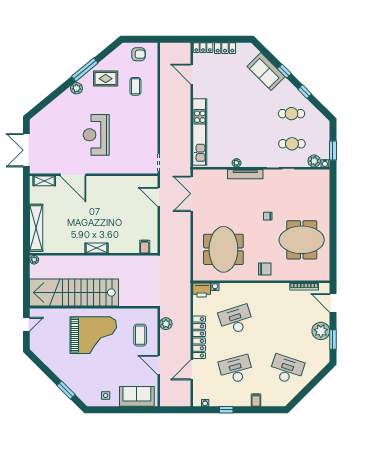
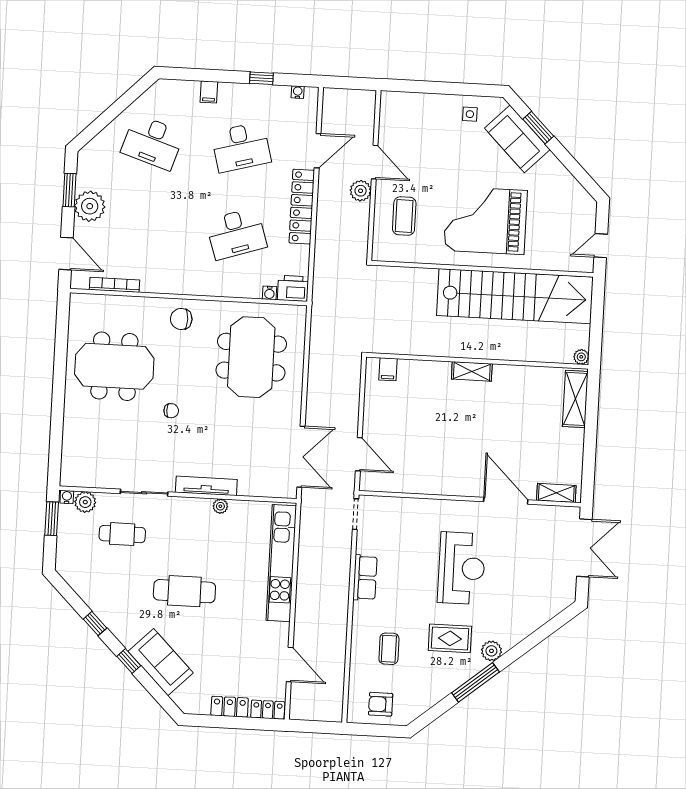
rug: (106, 79) -> (450, 638), moved
cafe table: (291, 114) -> (184, 591), moved, width x1.37, depth x1.35
row of seats: (151, 126) -> (365, 578), added
shelving: (36, 228) -> (575, 399), width x0.68
plant: (166, 324) -> (361, 191), moved
sofa: (137, 396) -> (517, 139), moved, turned 45

